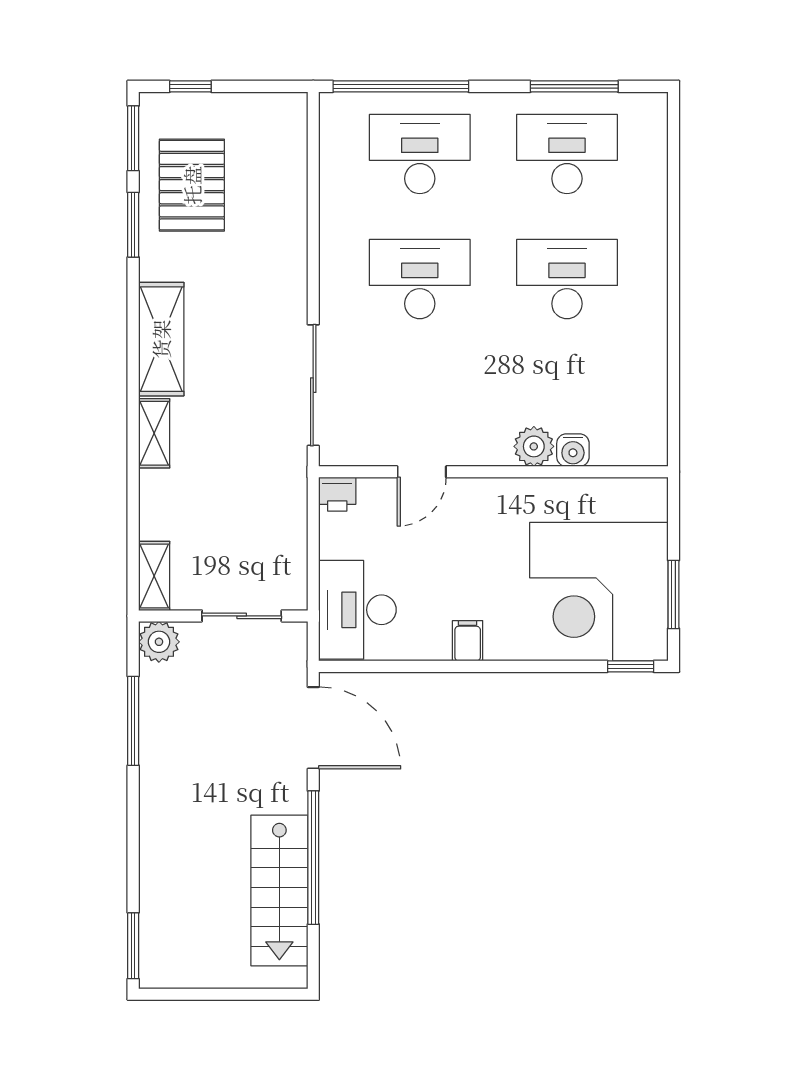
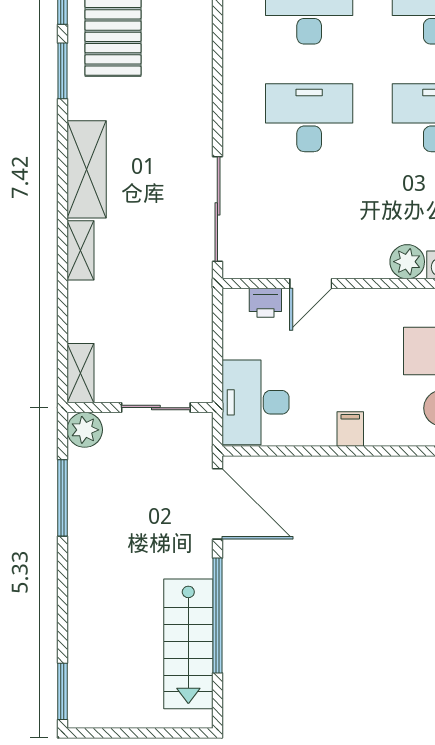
printer: (337, 494) -> (265, 303), moved

